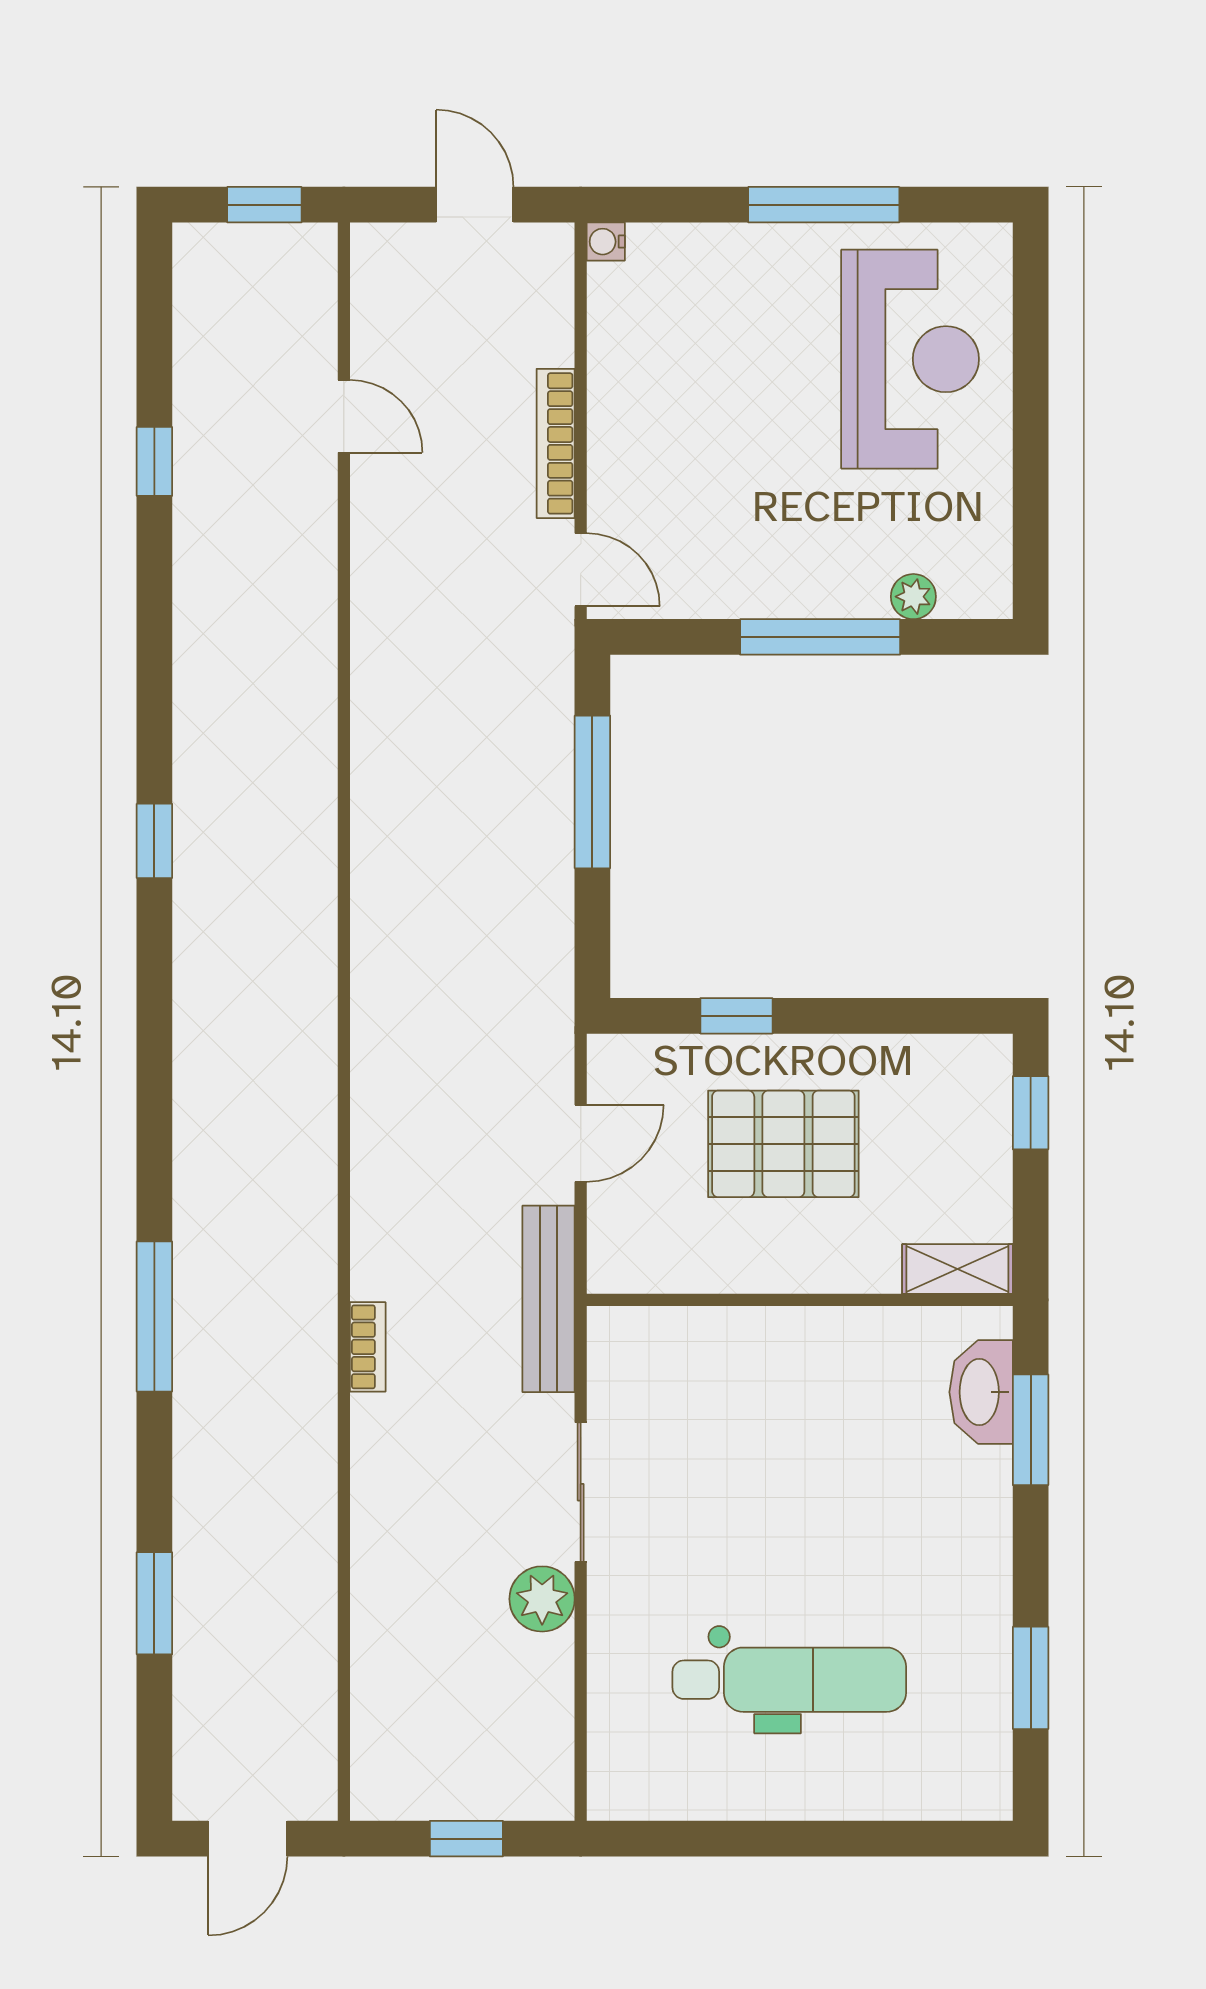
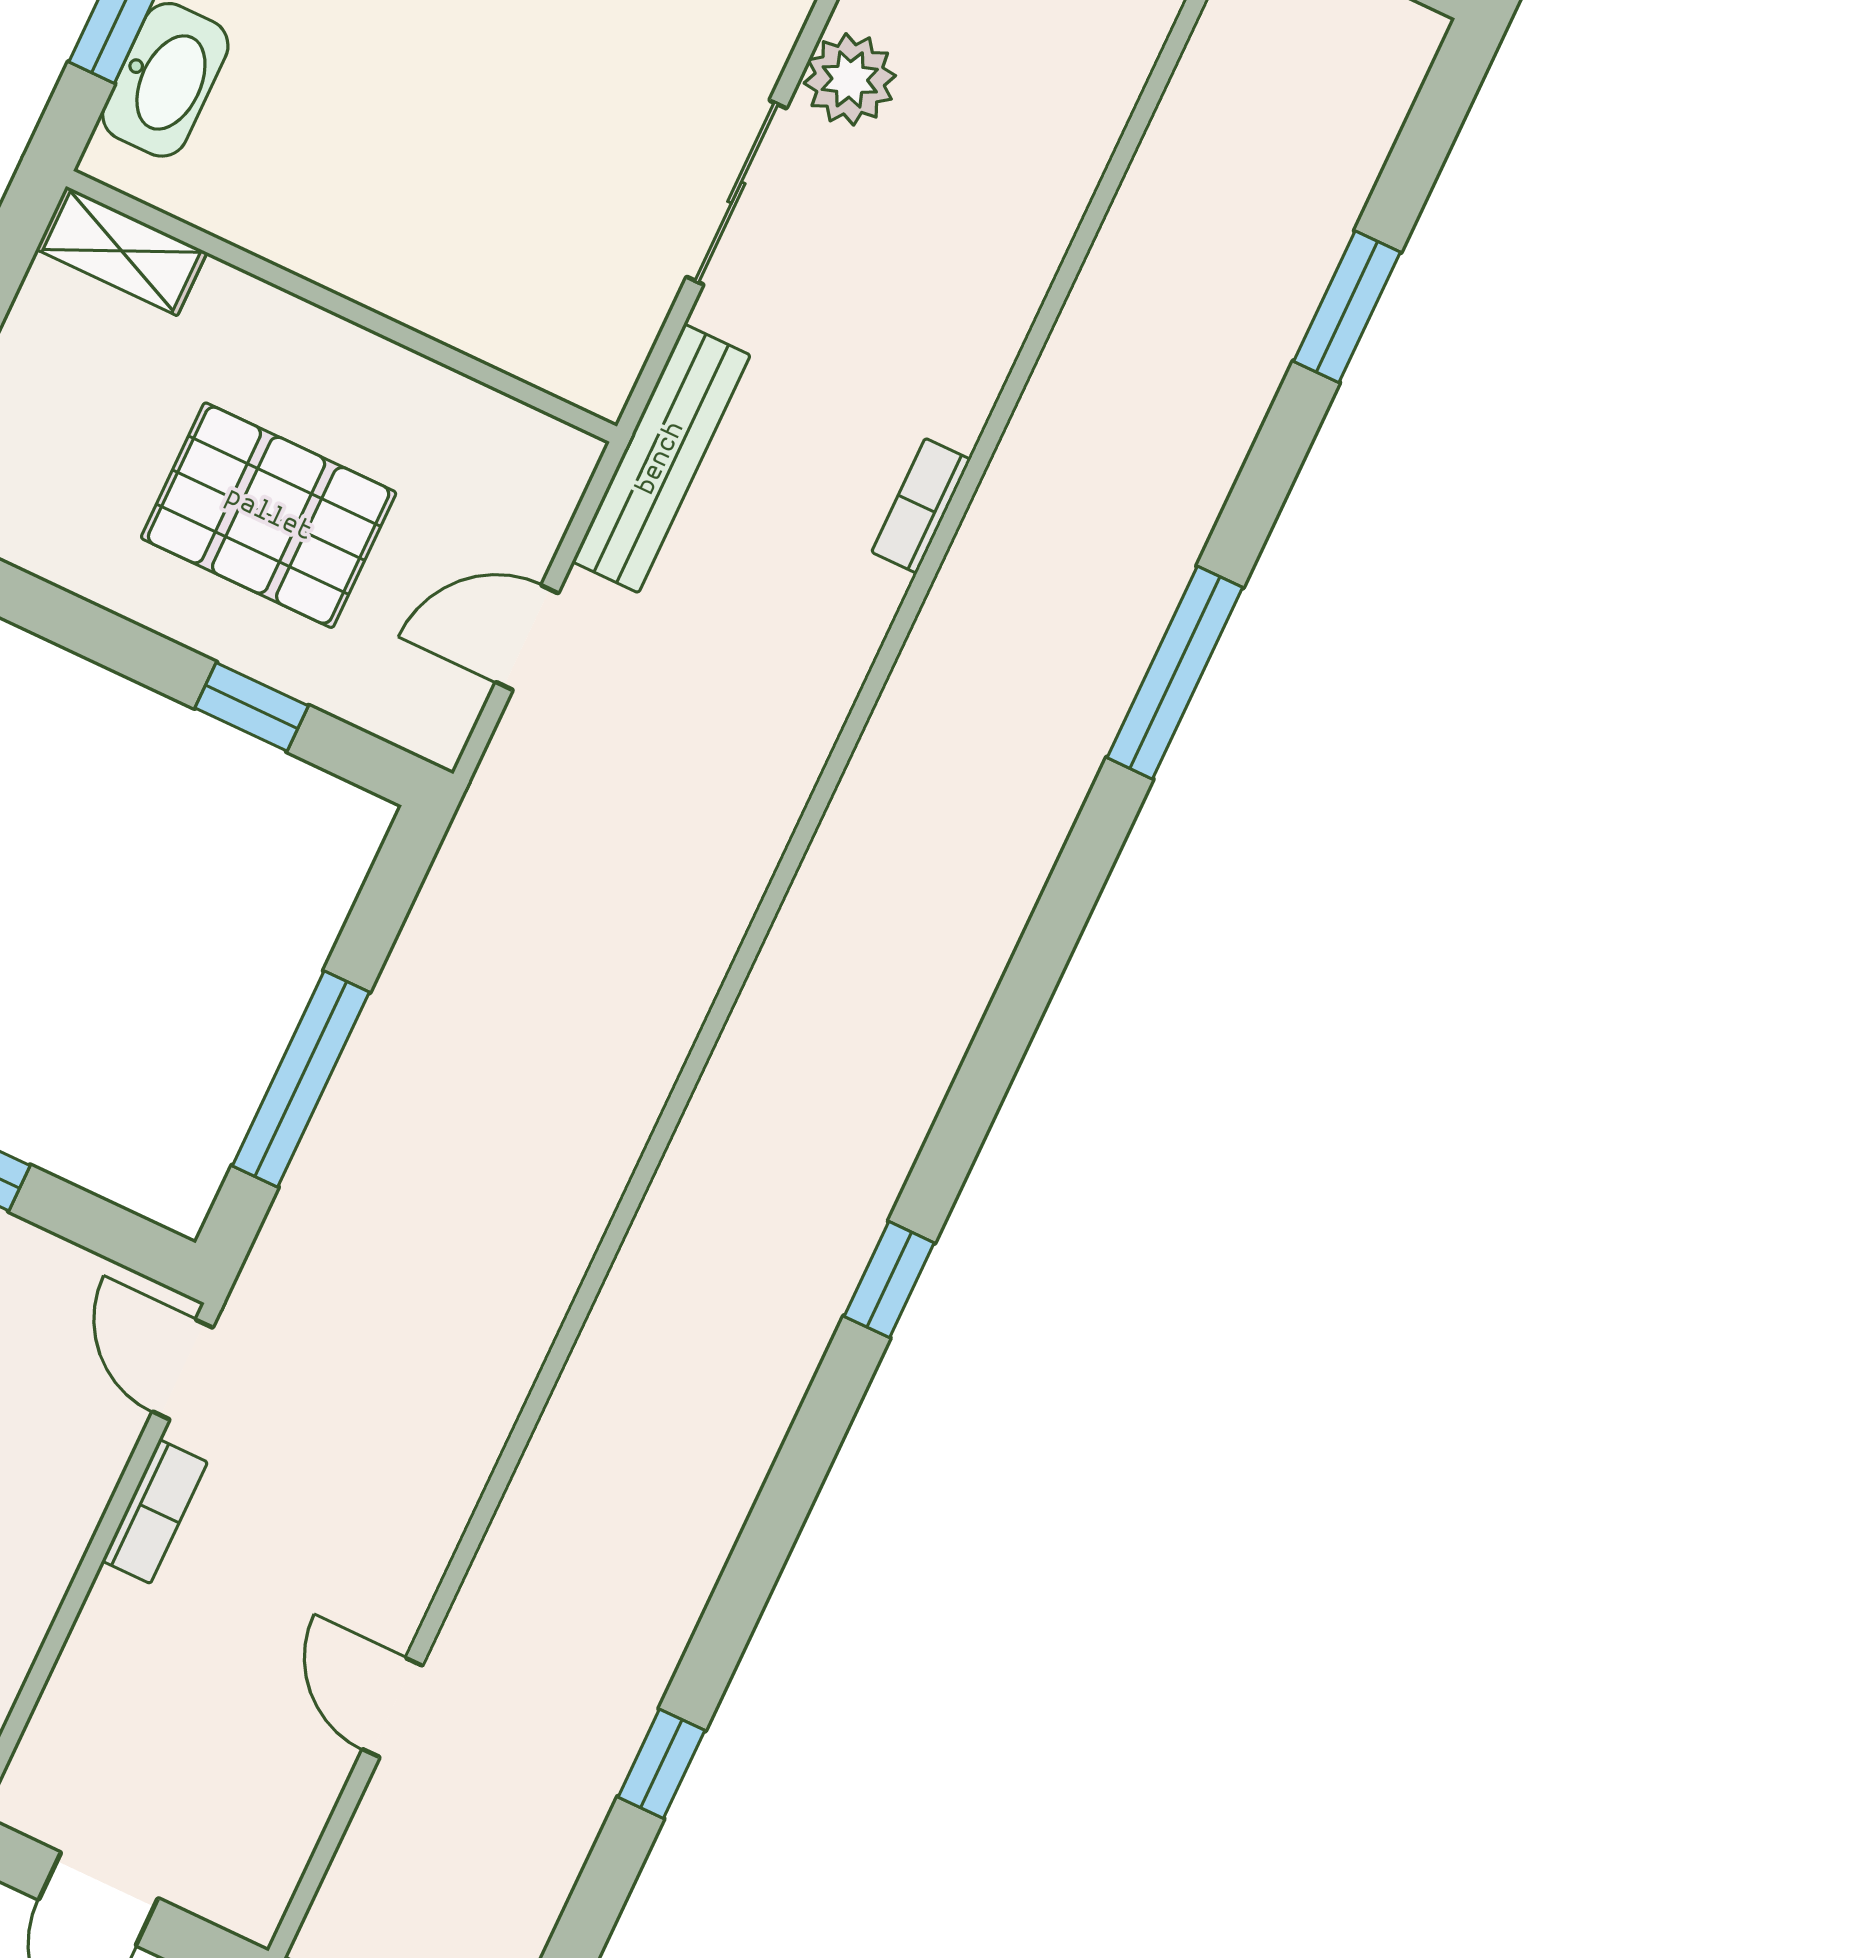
bookcase: (556, 443) -> (155, 1511), width x0.64

